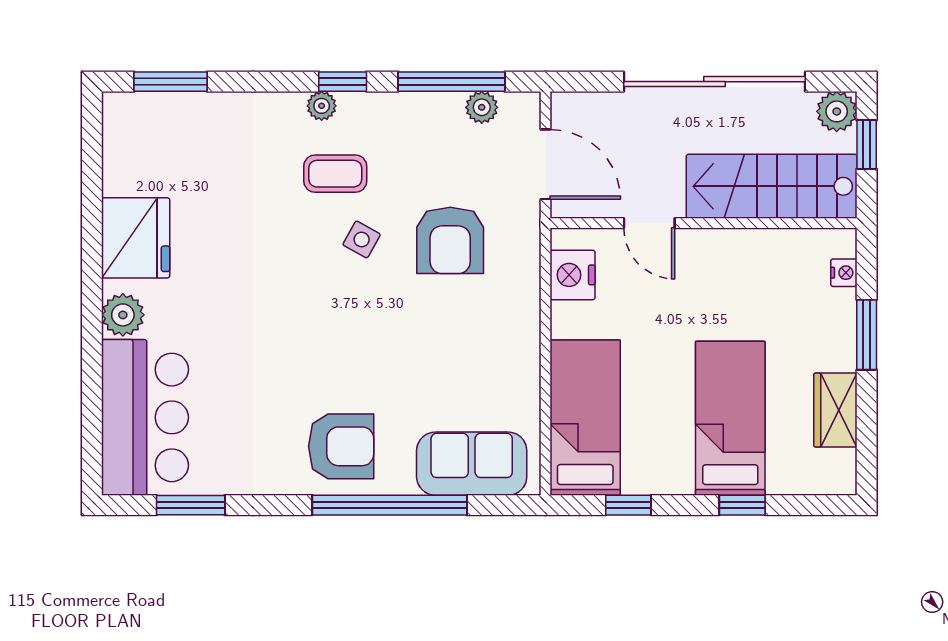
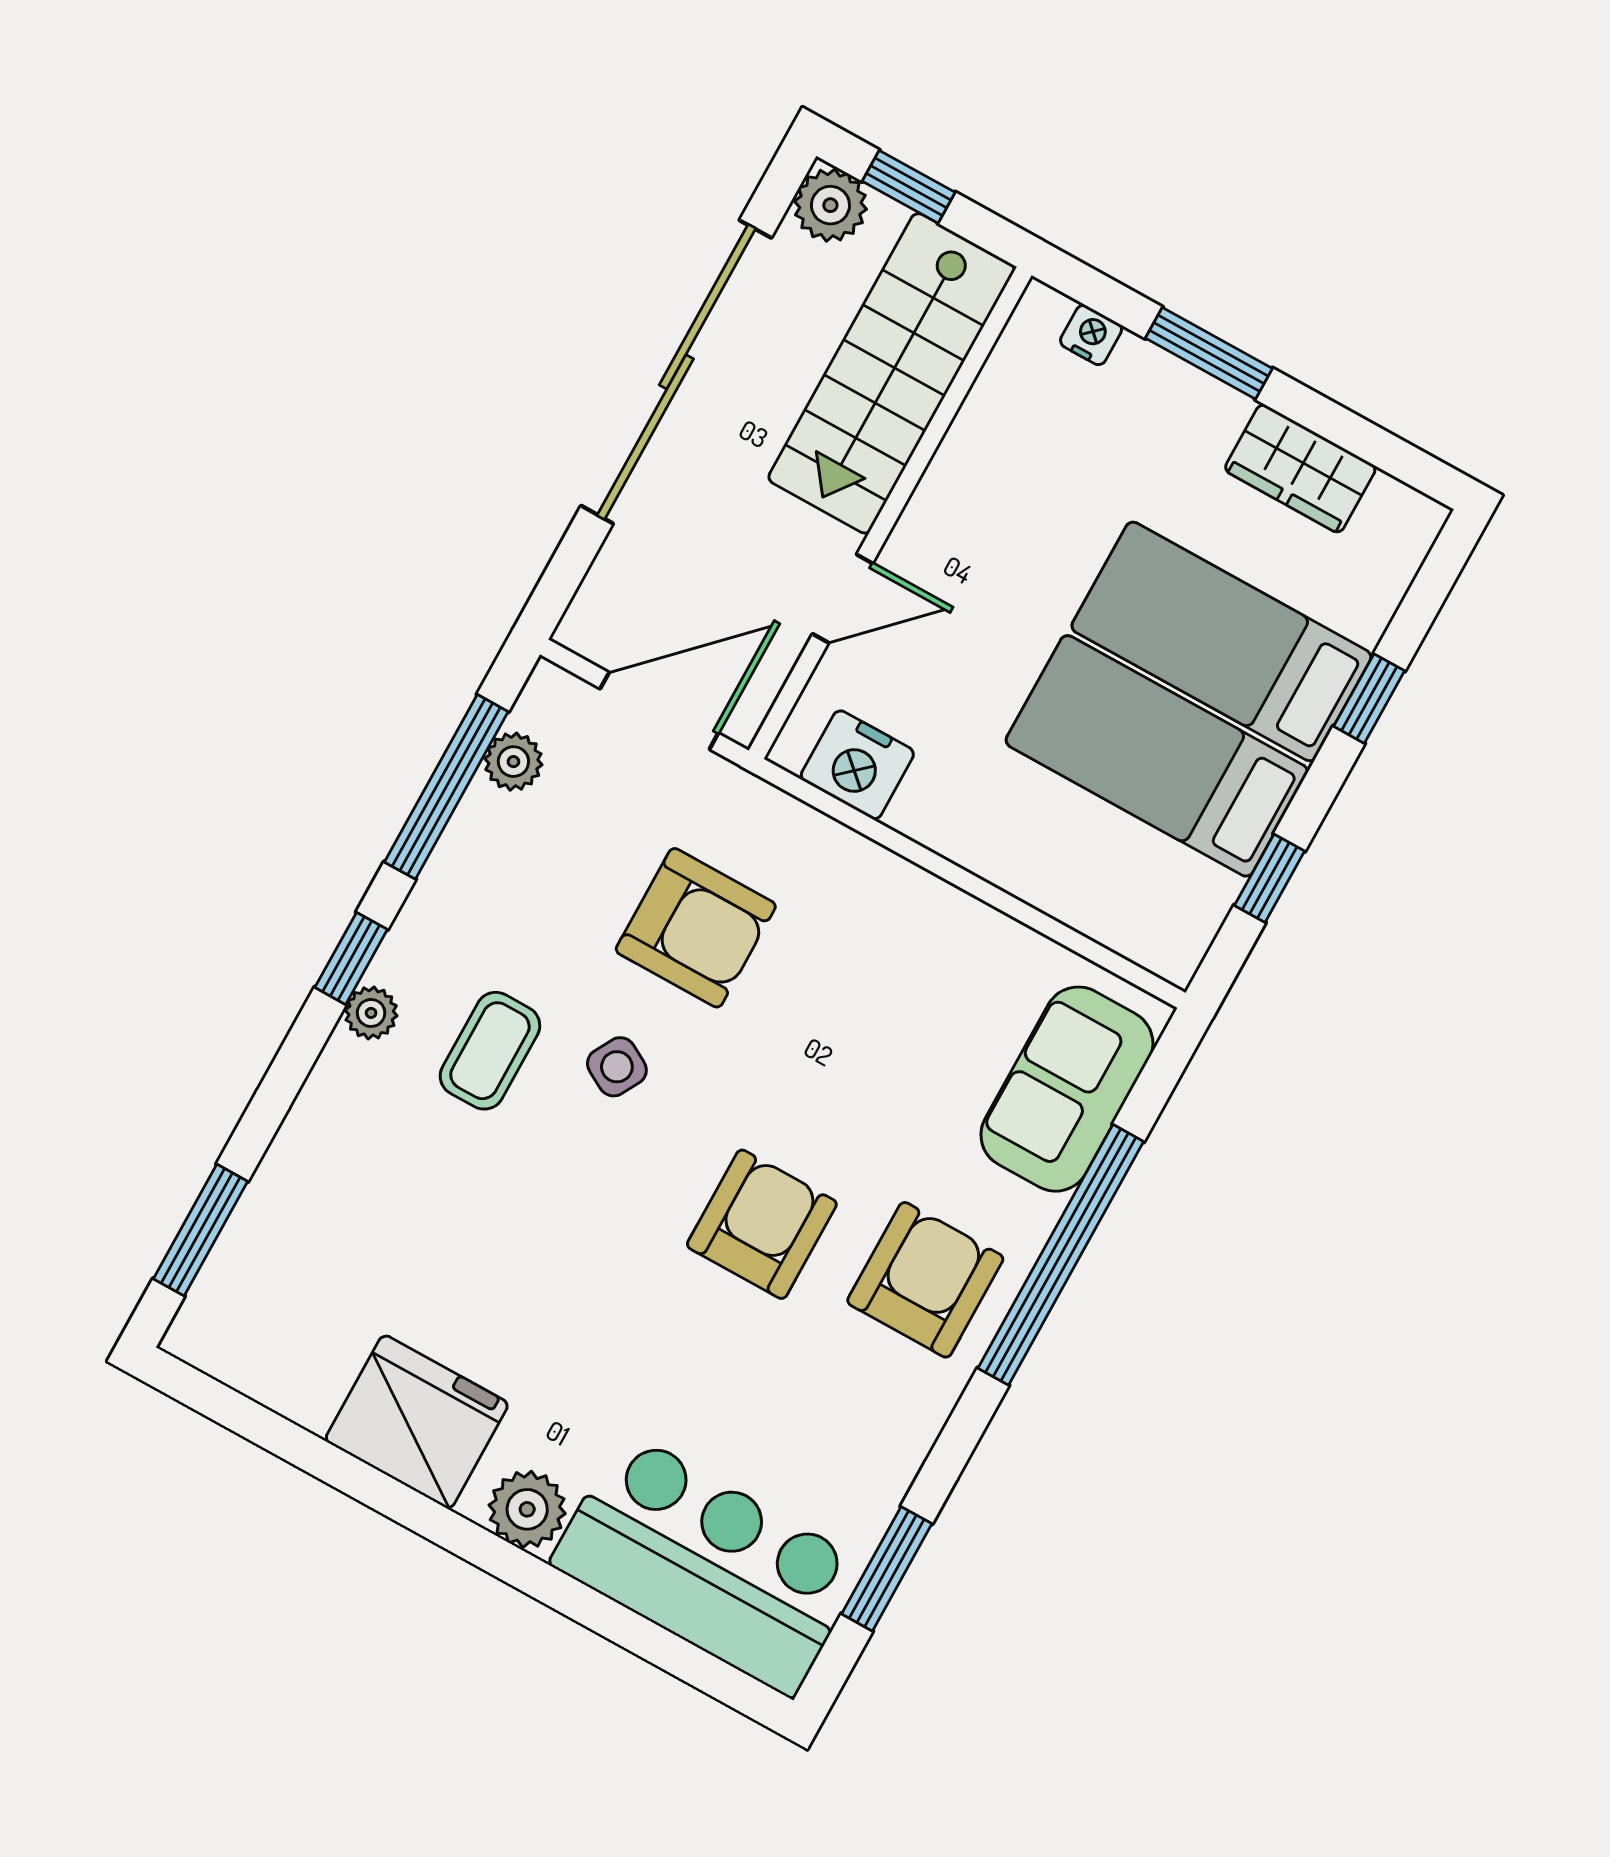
armchair: (324, 352) -> (762, 1224), added
bed: (585, 418) -> (1157, 756), moved

